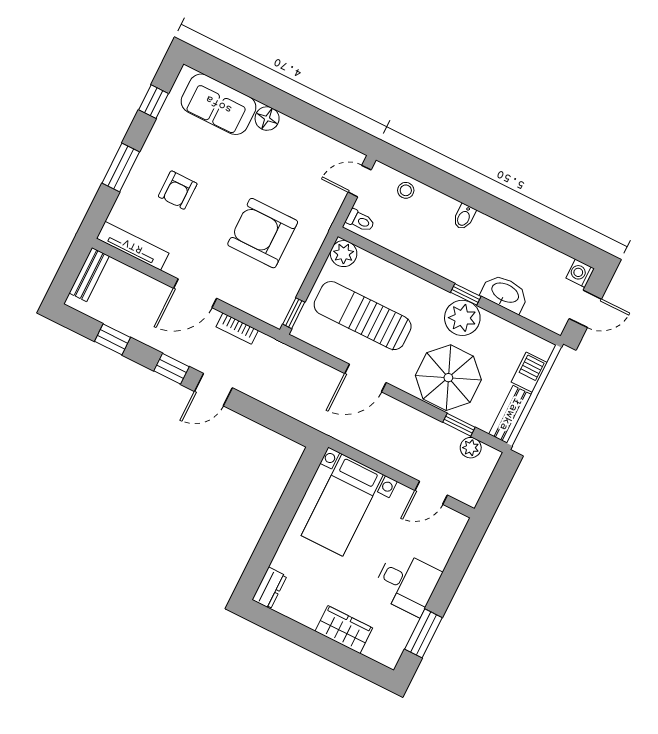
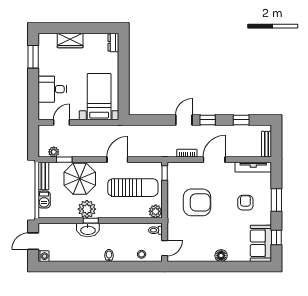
sofa: (219, 104) -> (261, 243), moved, turned -90
washbasin: (505, 293) -> (88, 230), moved
desk: (407, 583) -> (52, 89), moved

